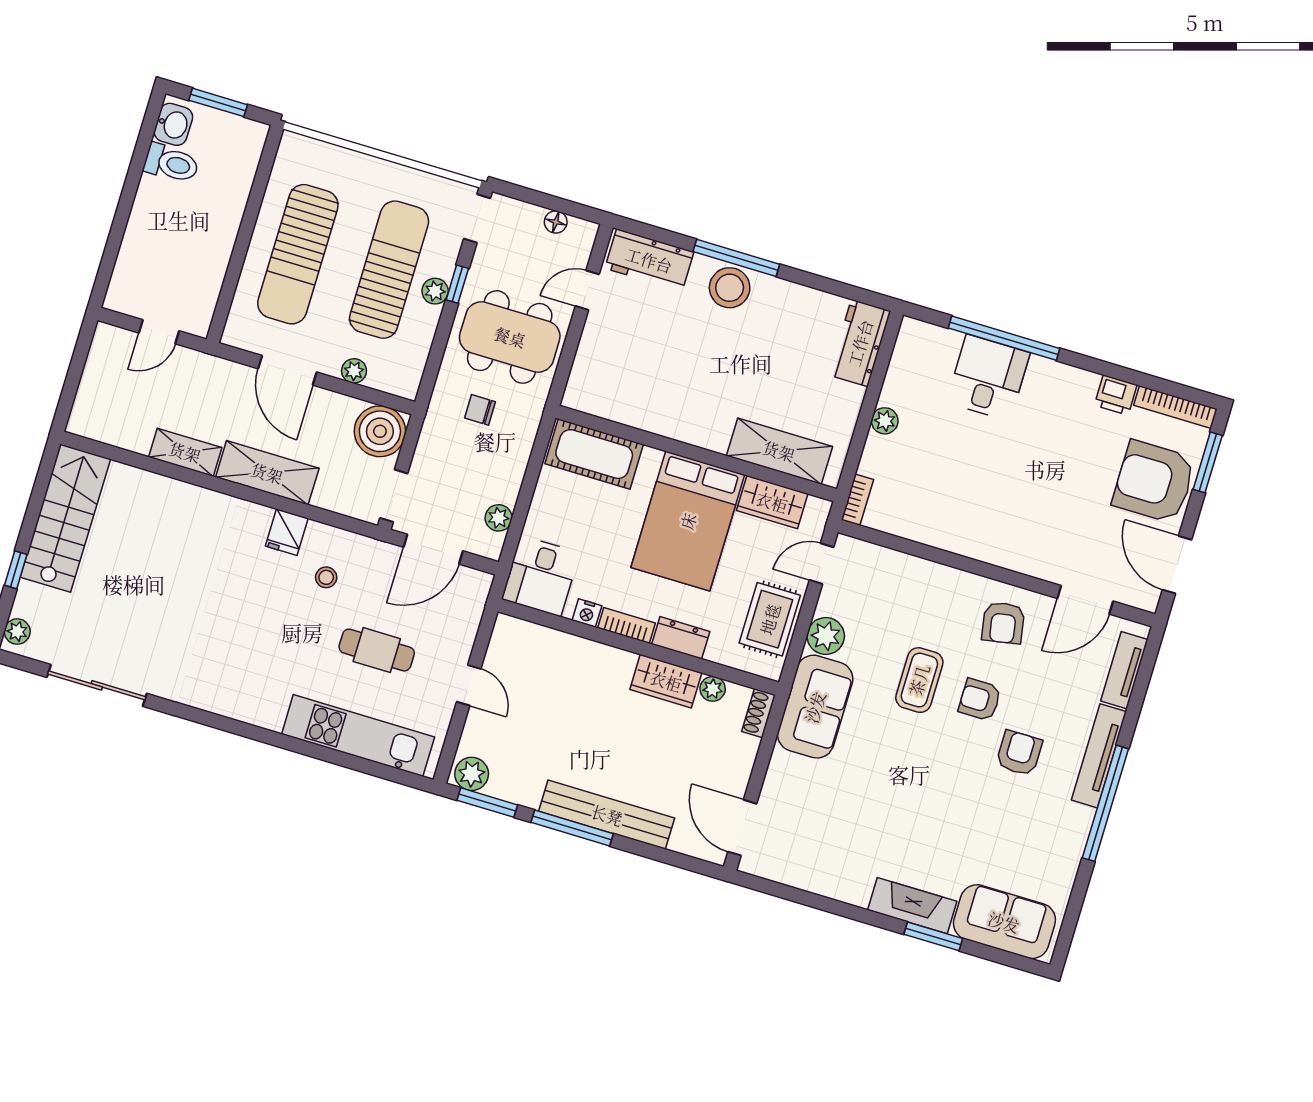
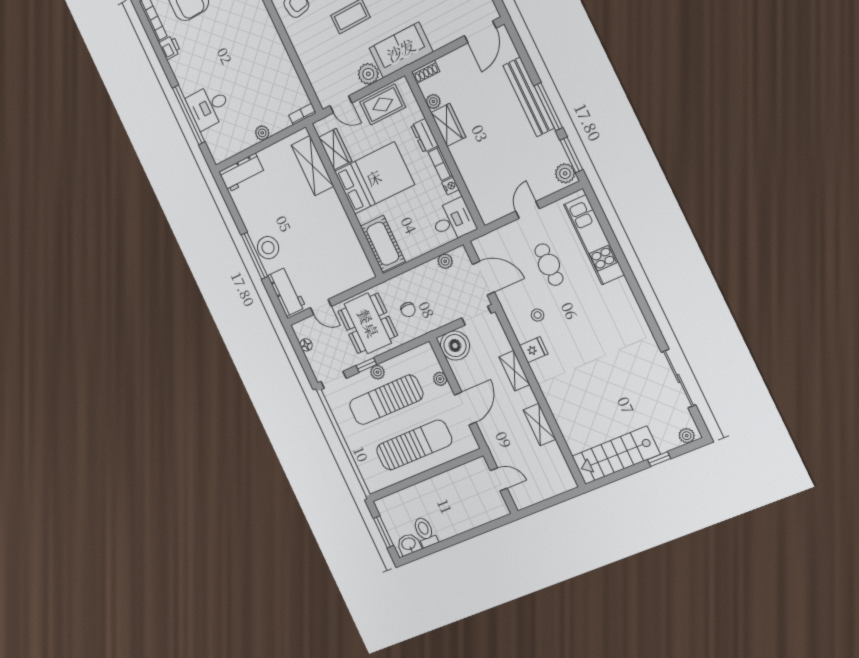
shelving: (267, 473) -> (514, 371), width x0.67, depth x0.75

